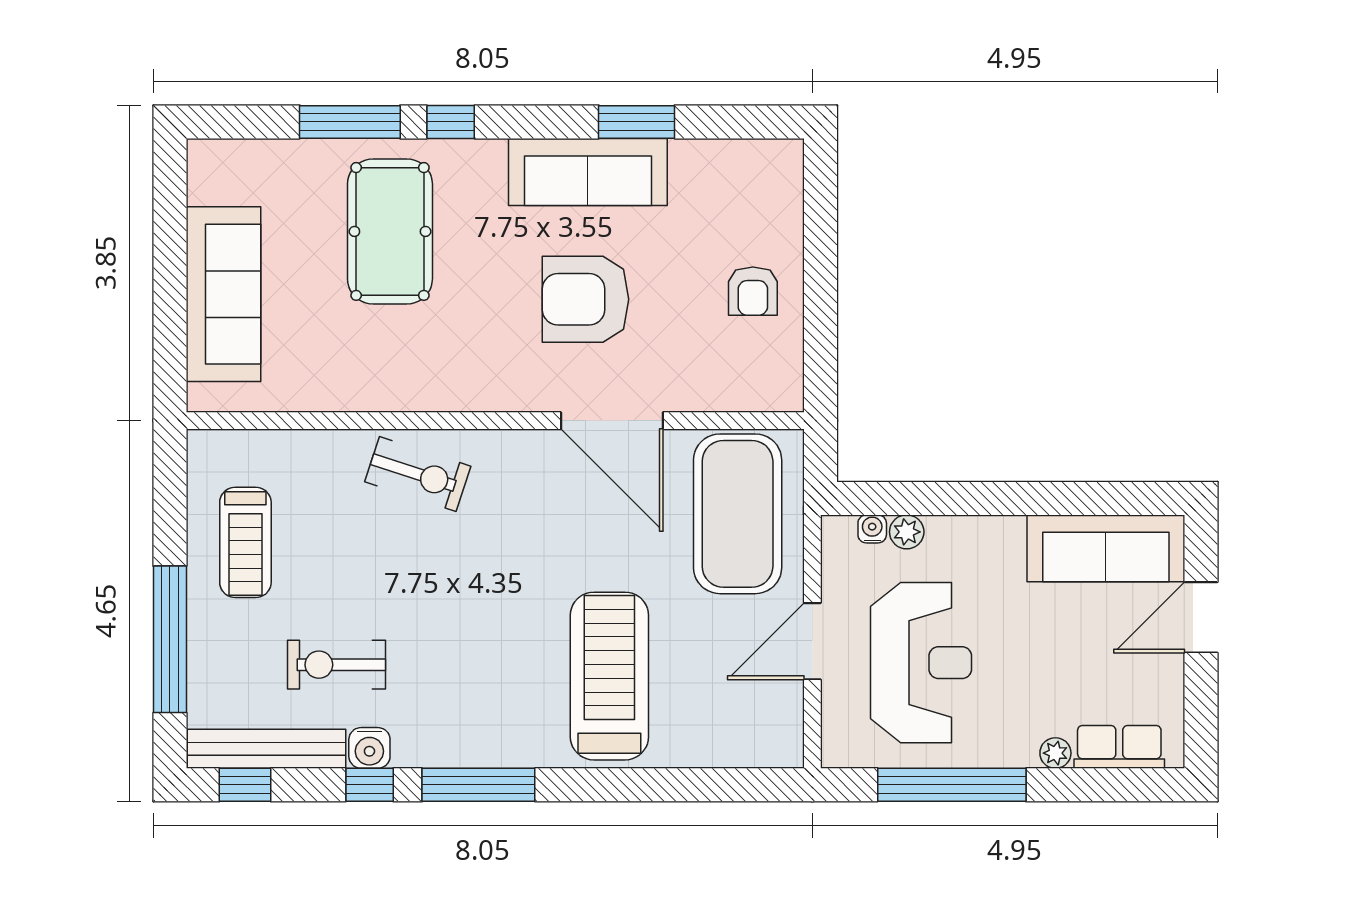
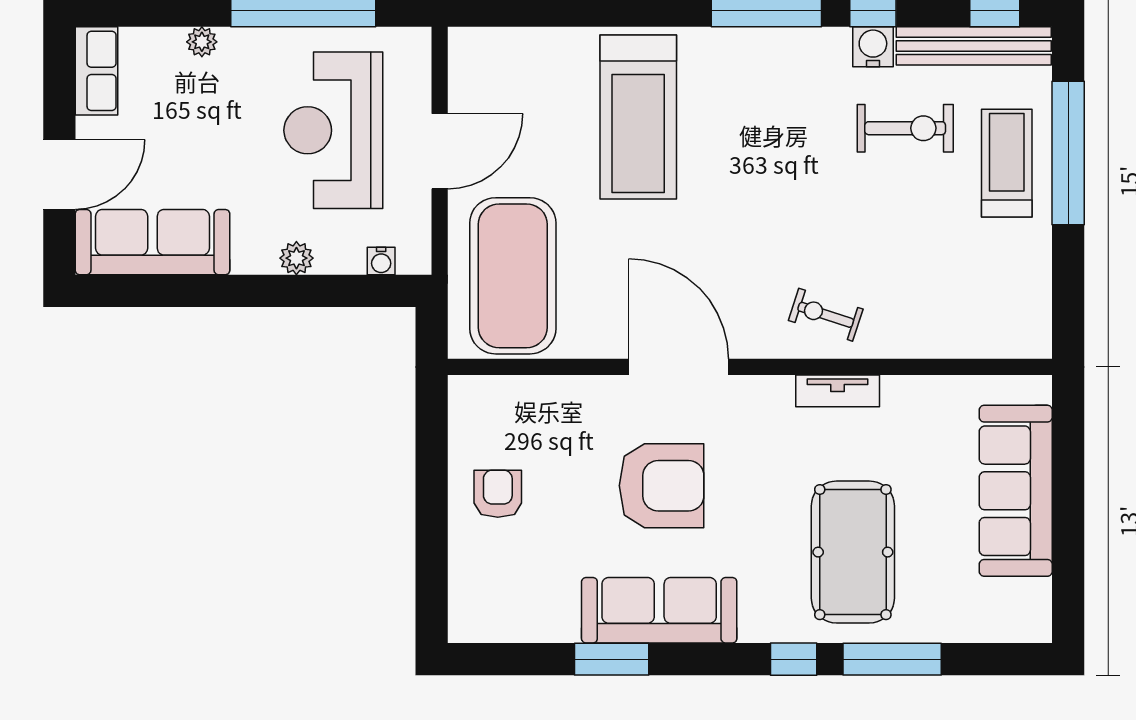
tv unit: (406, 396) -> (838, 391), added
door: (612, 421) -> (679, 367), moved
exercise bike: (418, 474) -> (826, 315), width x0.73, depth x0.72
plant: (907, 532) -> (296, 258), moved
treadmill: (245, 542) -> (1007, 163), moved
row of seats: (1119, 747) -> (96, 71), moved, turned -90

